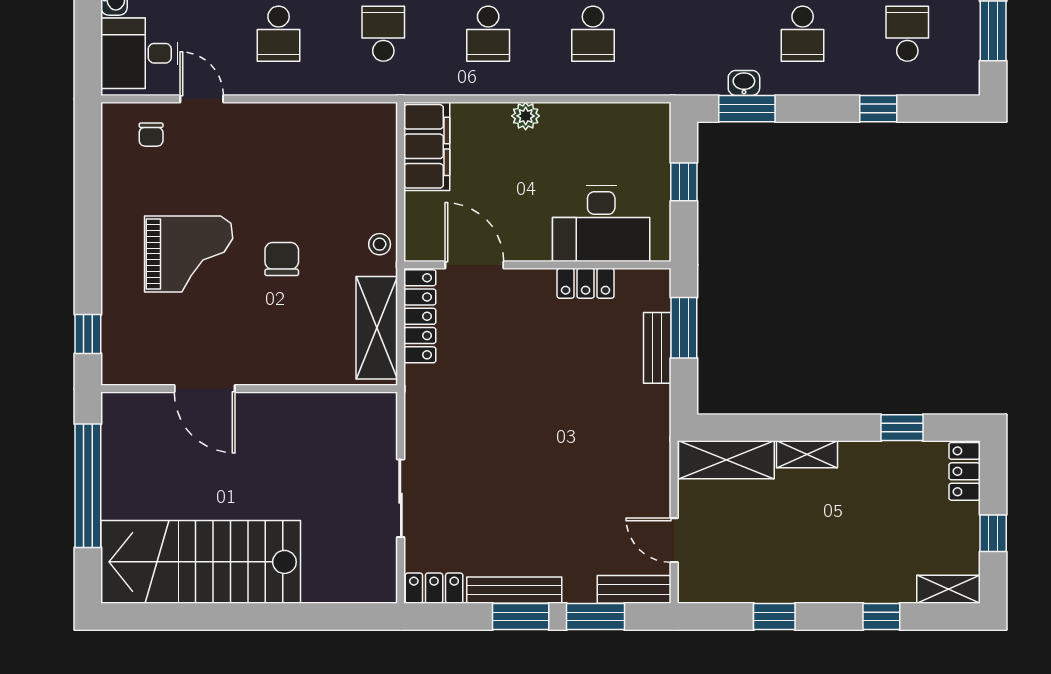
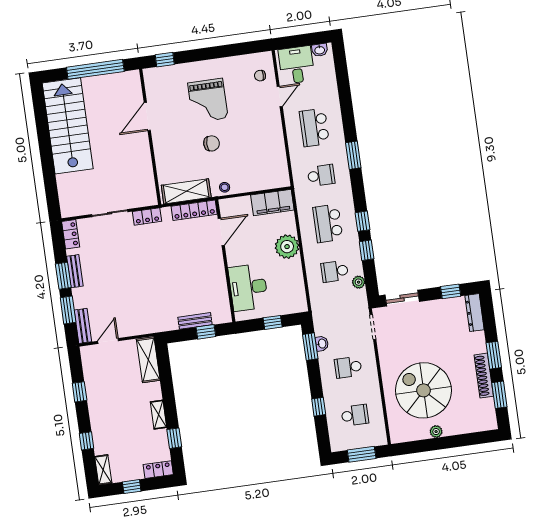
school desk: (279, 34) -> (314, 127), width x1.85
school desk: (488, 34) -> (328, 223), width x1.85
plant: (526, 116) -> (287, 247), width x1.87, depth x1.87
locker: (586, 283) -> (147, 216), moved, turned -90
window: (684, 328) -> (206, 332), width x0.67
shelving: (807, 454) -> (158, 415), moved
bench: (514, 590) -> (75, 271), width x0.73

